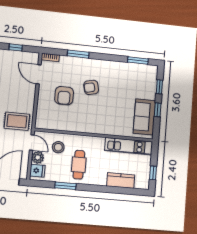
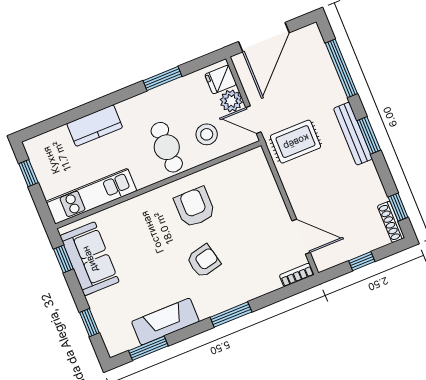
window: (78, 54) -> (231, 315), moved
fireplace: (124, 69) -> (165, 322), added
armchair: (64, 96) -> (195, 207), moved
window: (158, 110) -> (63, 259), moved
cafe table: (79, 165) -> (167, 147), moved
kitchen counter: (121, 181) -> (95, 126), moved

